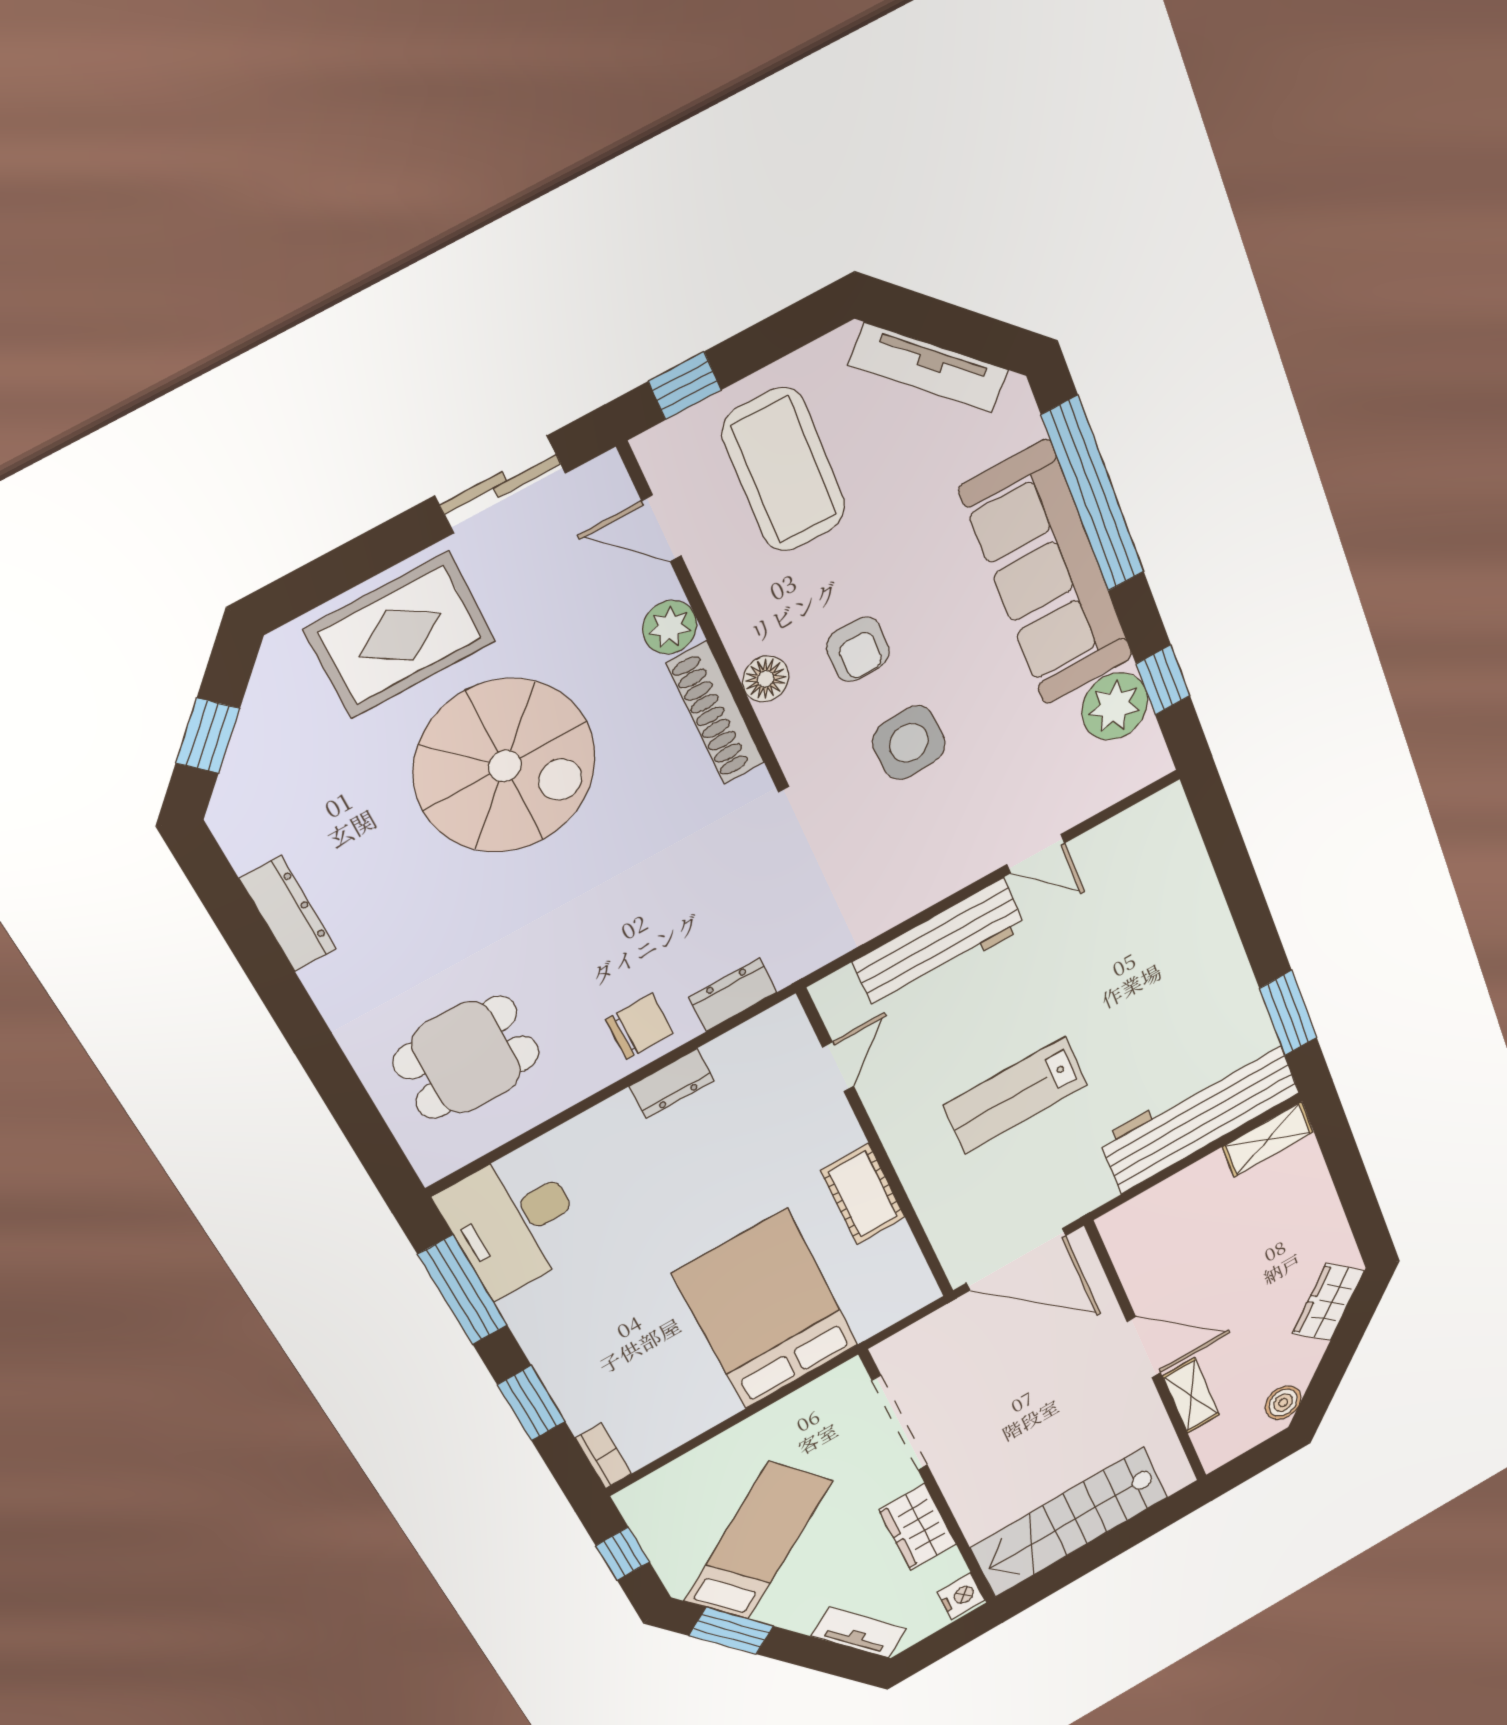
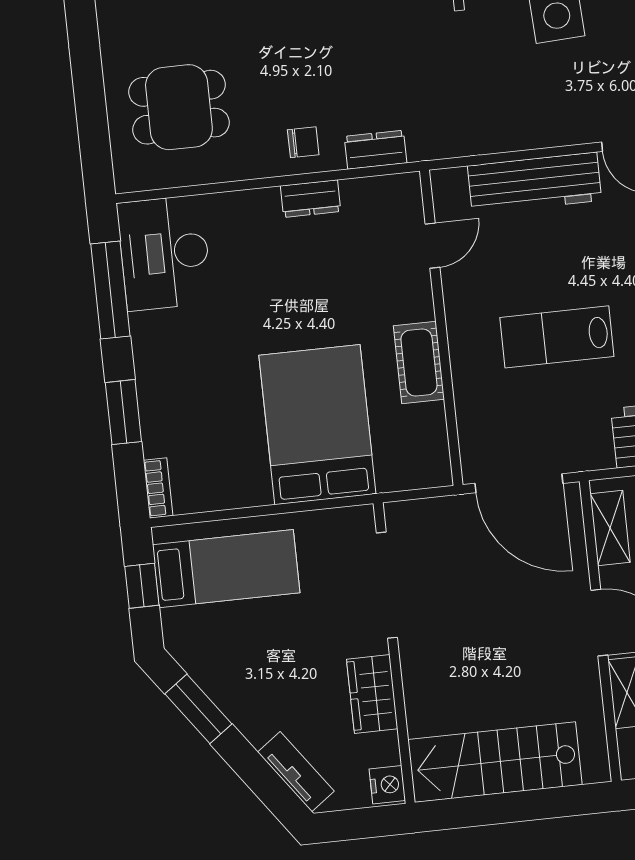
chair: (640, 1026) -> (303, 142), width x0.73, depth x0.73
shelving: (1130, 1254) -> (610, 528), added
bed: (758, 1541) -> (226, 569), moved, turned 36

